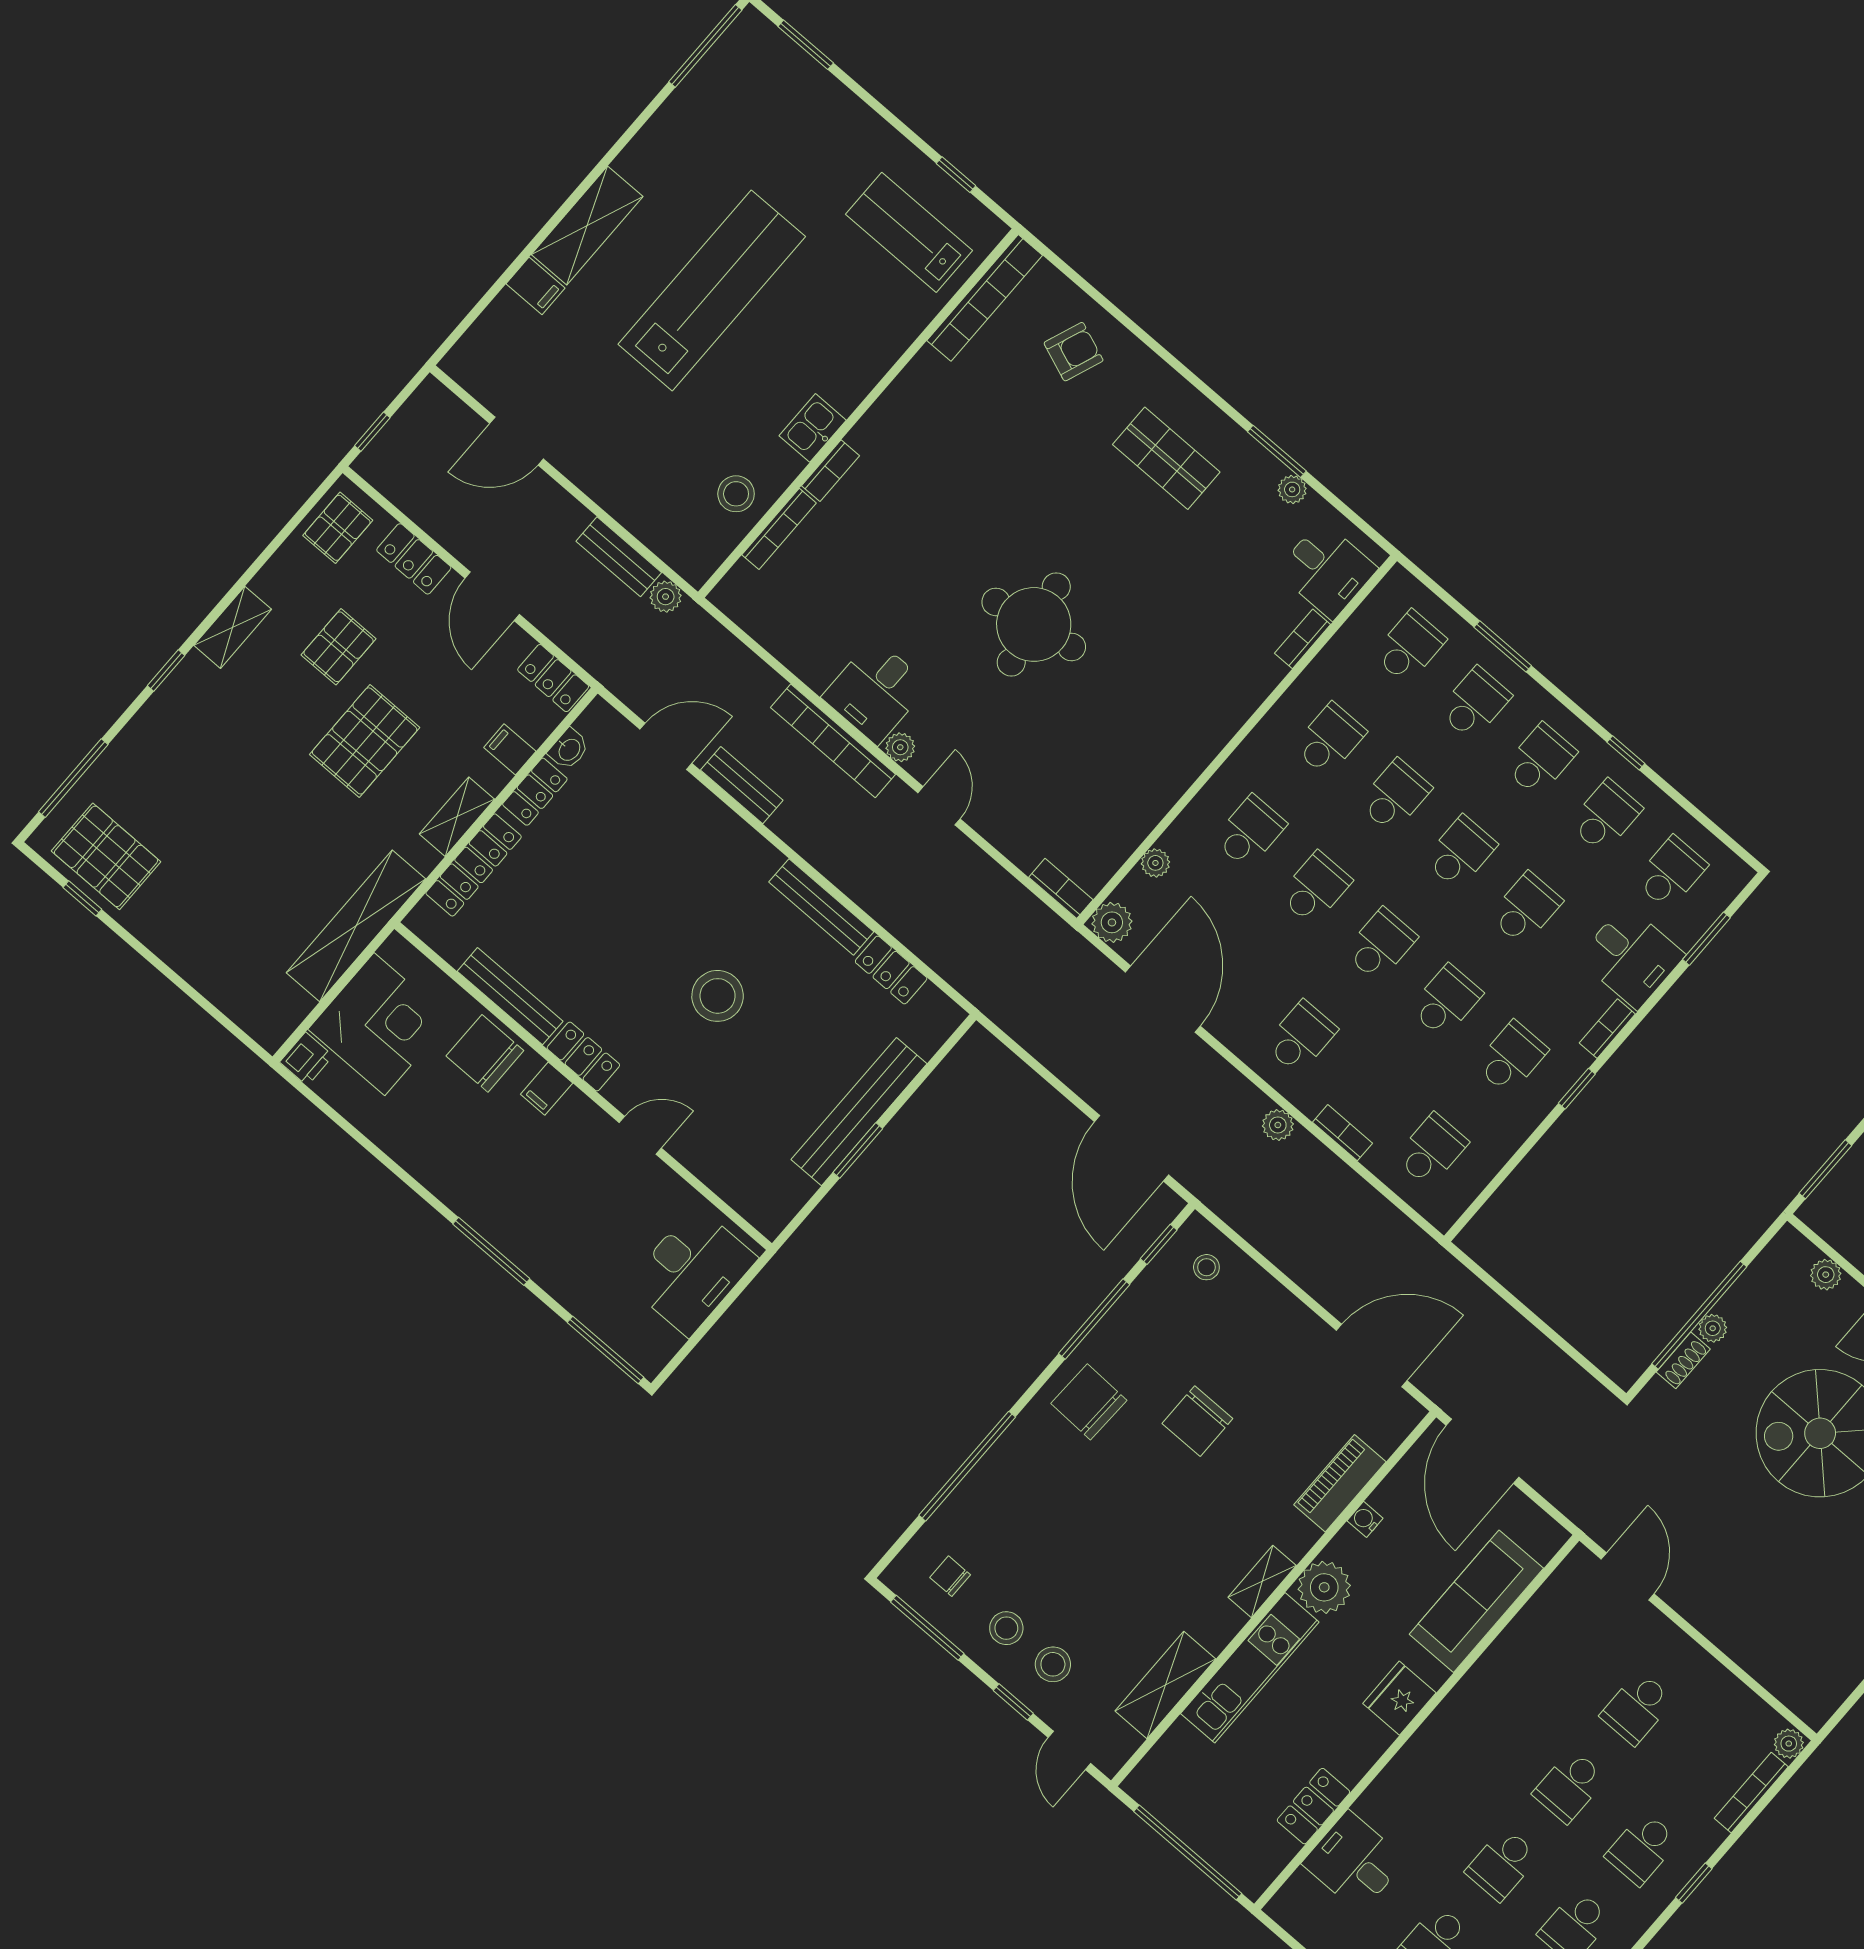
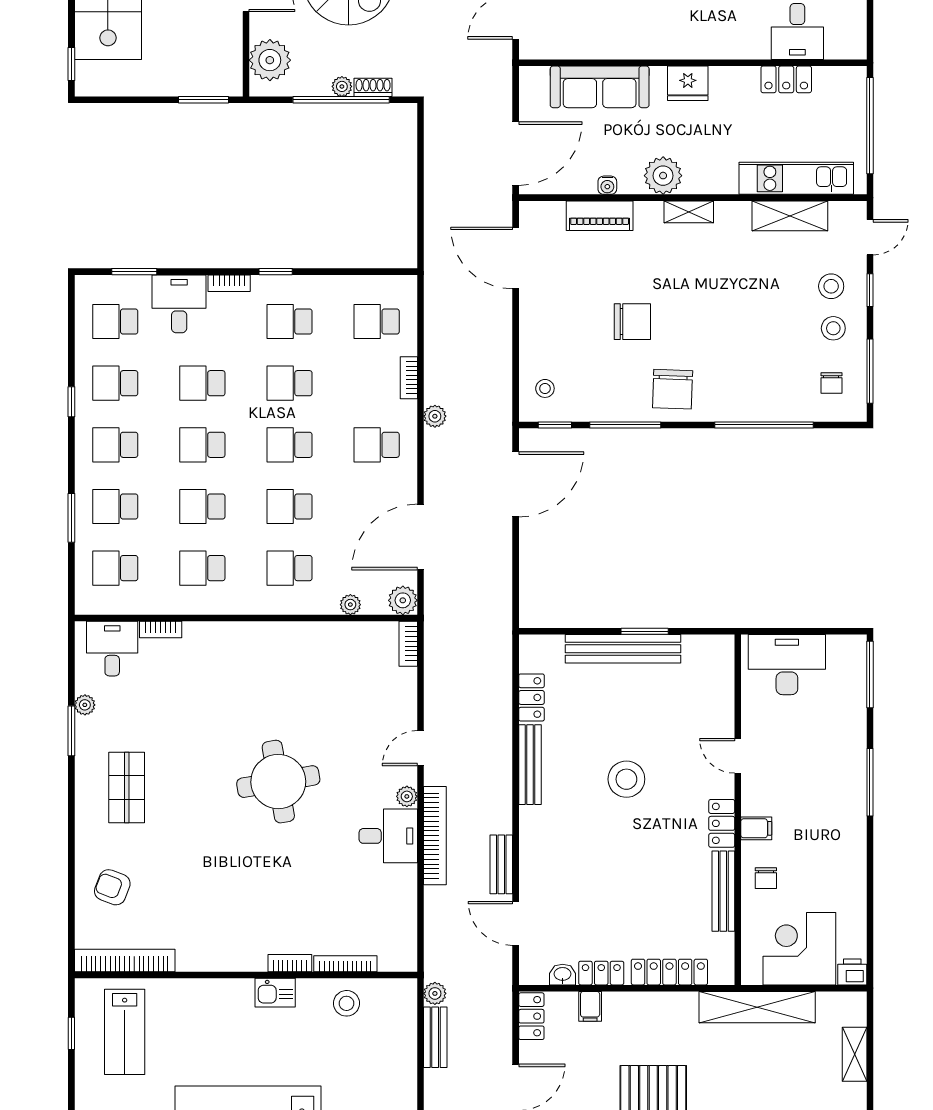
shelving: (457, 817) -> (855, 1054), moved, turned 90
chair: (485, 1053) -> (766, 878), width x0.54, depth x0.54
plant: (1826, 1275) -> (270, 60), width x1.87, depth x1.87
kitchen unit: (1250, 1668) -> (796, 178), moved

